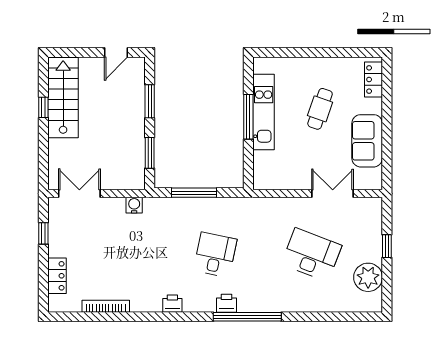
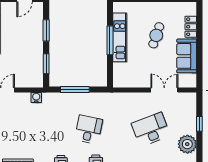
locker: (374, 79) -> (191, 27), moved
desk: (312, 255) -> (151, 130), turned -42

